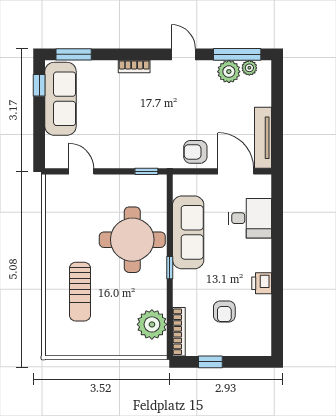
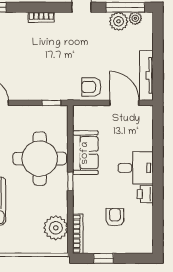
desk: (250, 218) -> (136, 168), moved
sofa: (188, 232) -> (85, 153), width x0.73
armchair: (224, 311) -> (115, 217), turned 180

